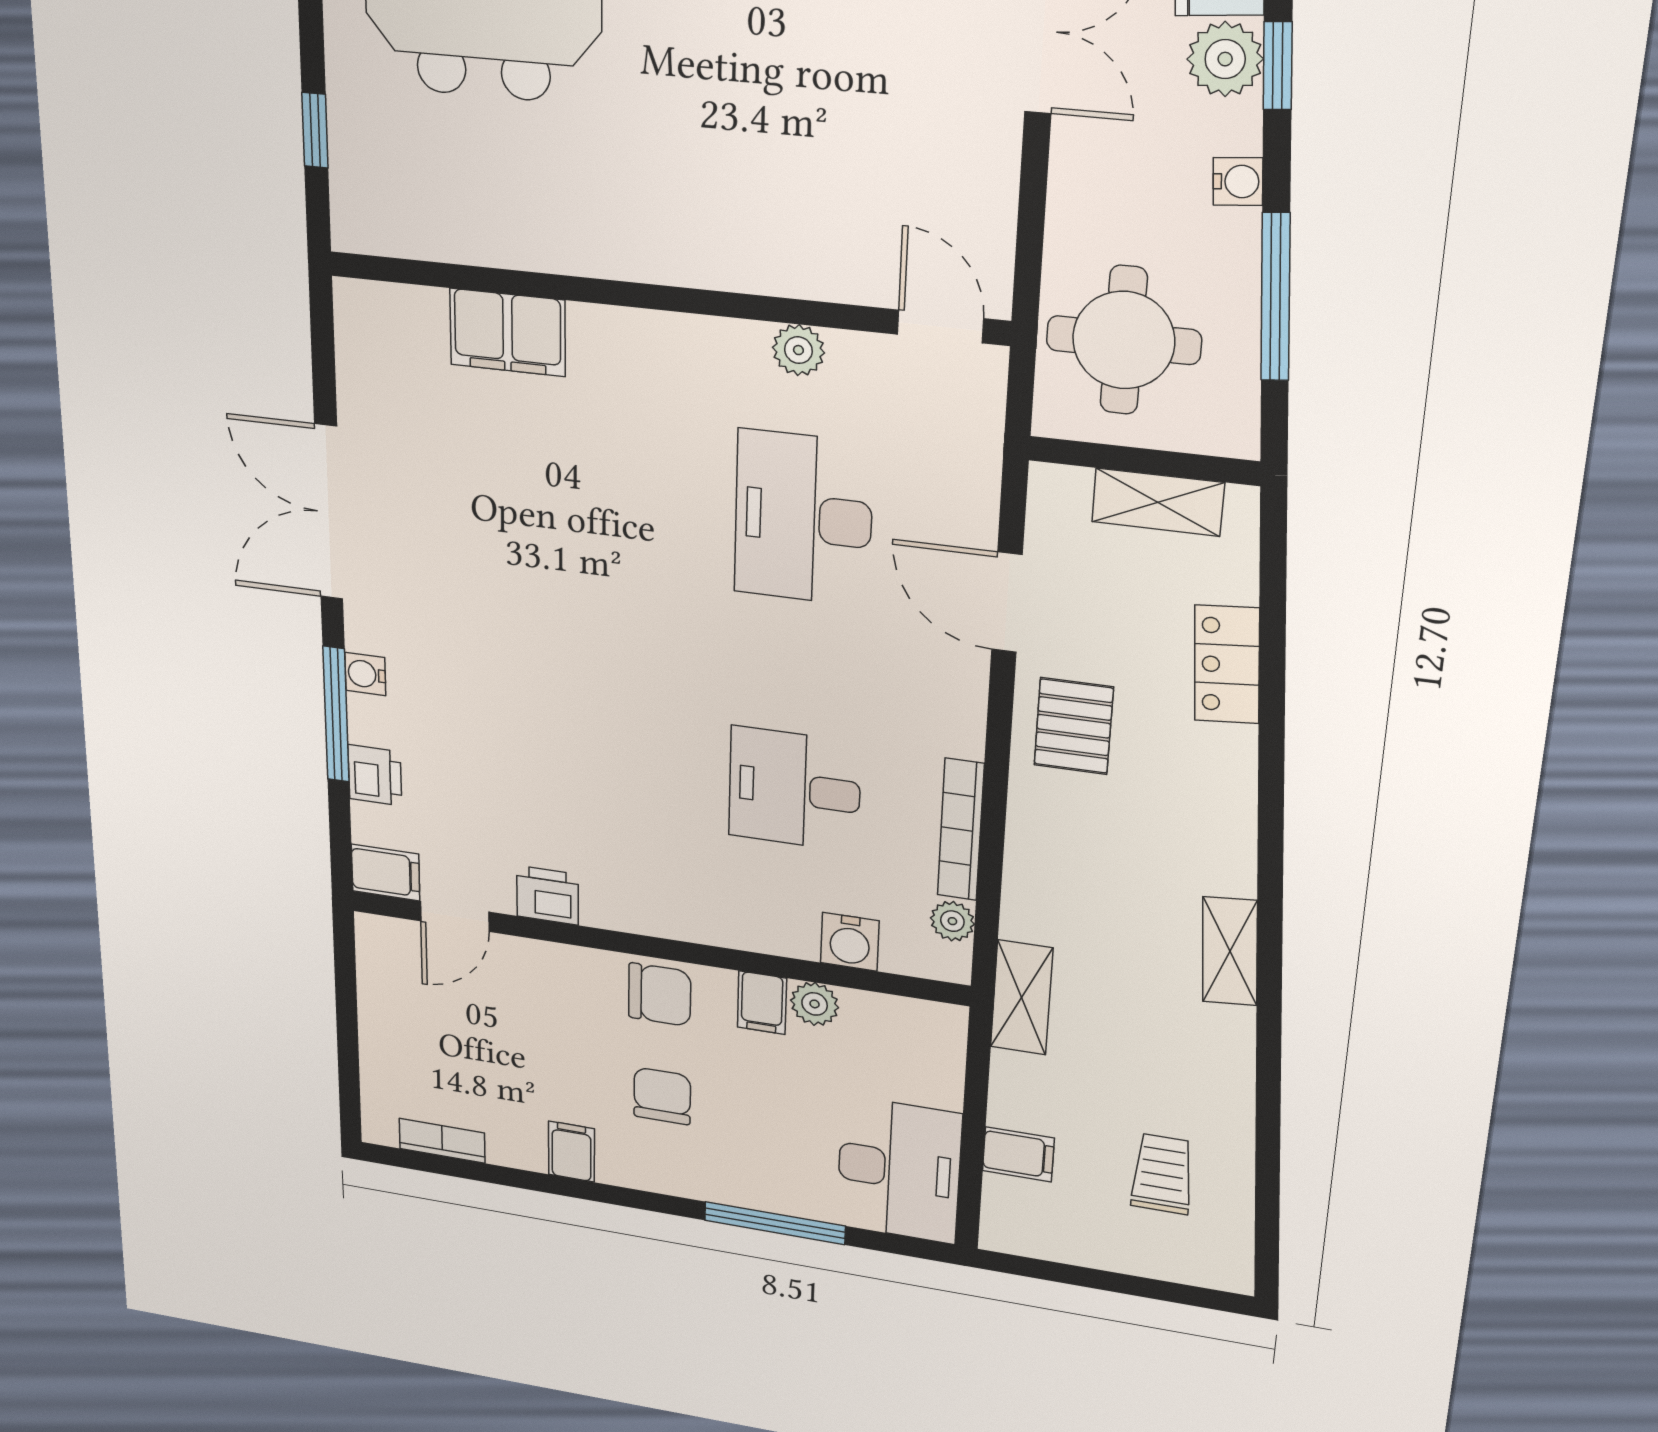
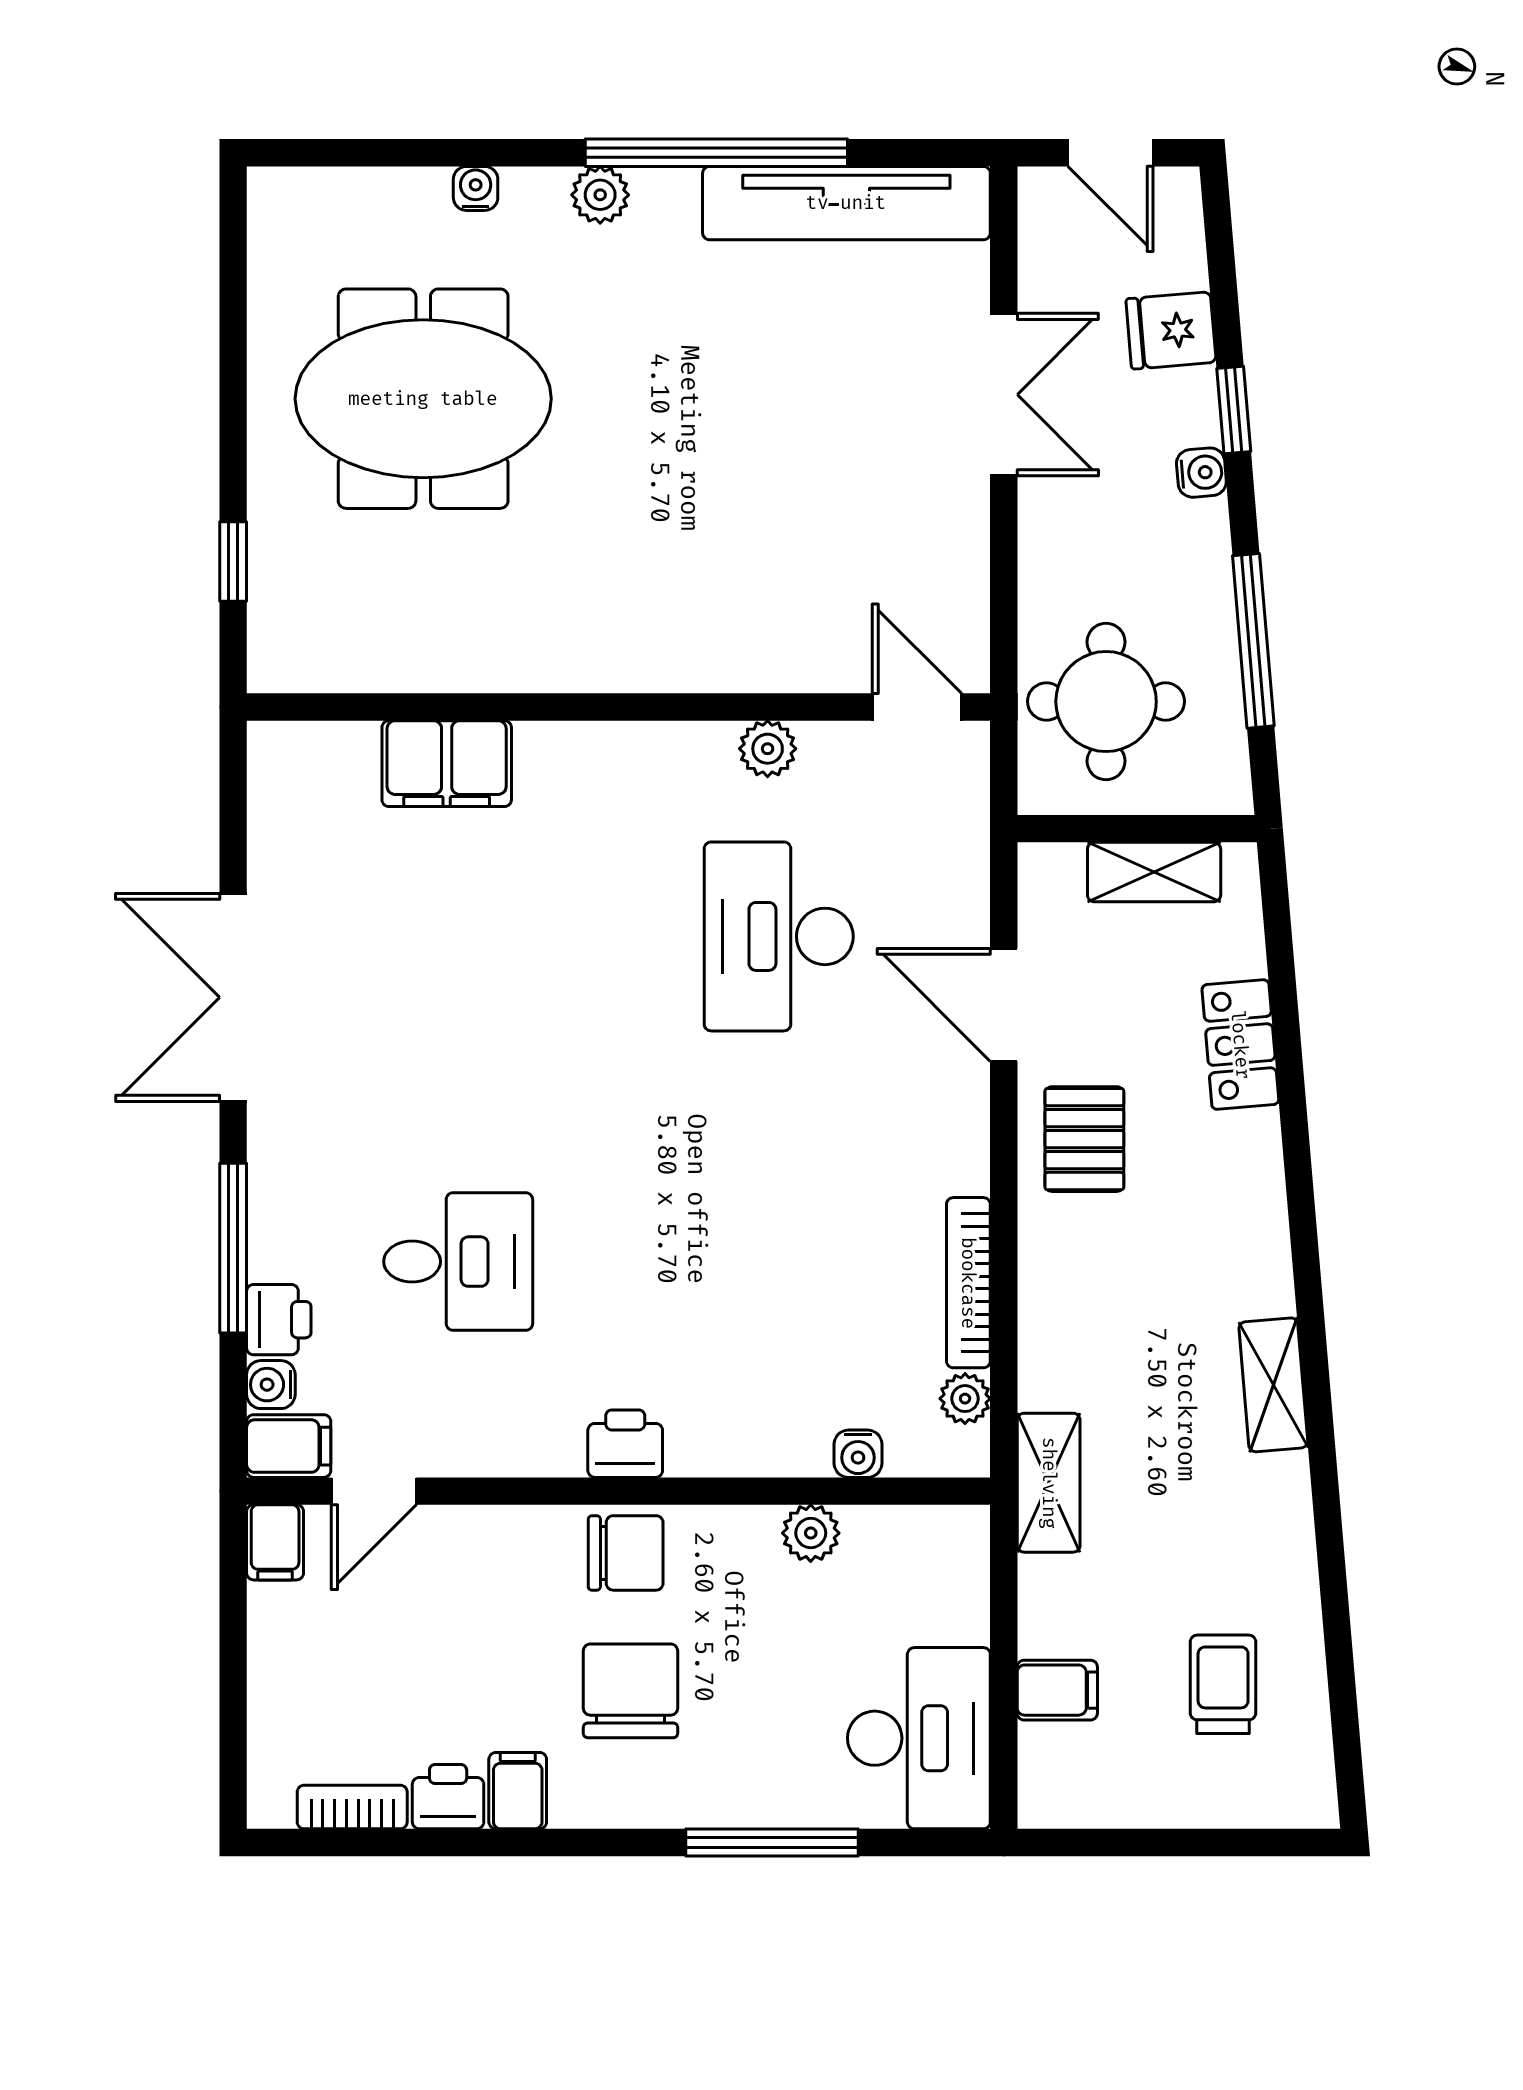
plant: (1225, 59) -> (1183, 408), removed
water cooler: (1238, 181) -> (1201, 473), moved
water cooler: (365, 674) -> (271, 1385), moved
desk: (794, 789) -> (458, 1262), moved, turned 180
printer: (547, 895) -> (625, 1444), moved
water cooler: (850, 942) -> (858, 1454), width x0.72, depth x0.72
filing cabinet: (762, 1003) -> (275, 1542), moved
chair: (662, 1096) -> (630, 1691), width x1.37, depth x1.37
printer: (517, 1146) -> (448, 1797), added

